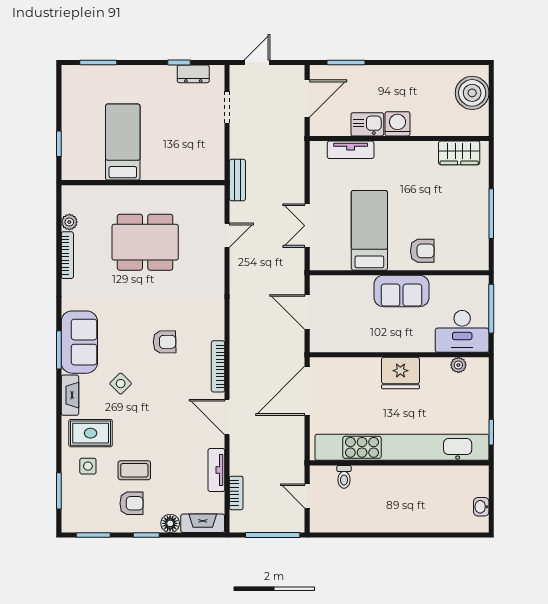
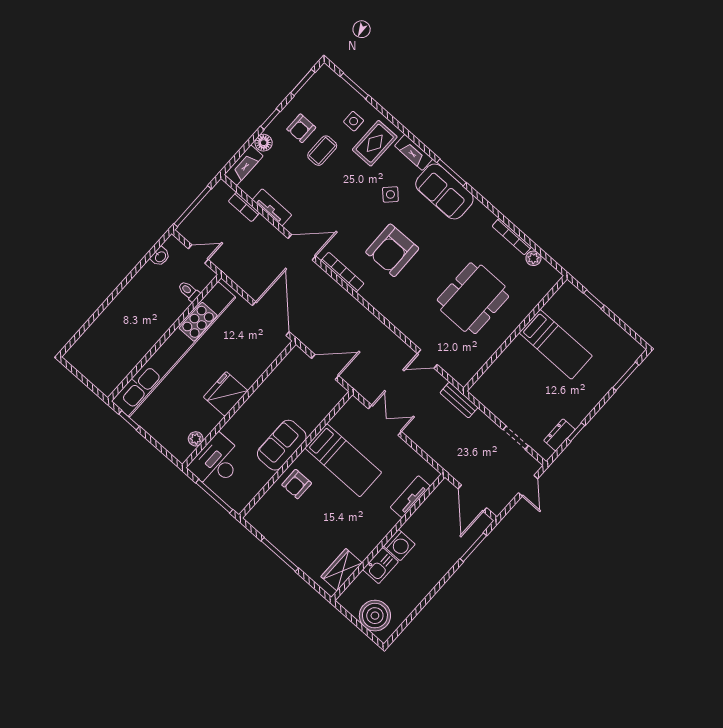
kitchen sink: (367, 124) -> (380, 566), moved
door: (227, 235) -> (427, 359), hinge flipped
armchair: (164, 342) -> (392, 250), width x1.88, depth x1.88
washbasin: (481, 507) -> (160, 257), moved, turned 90

